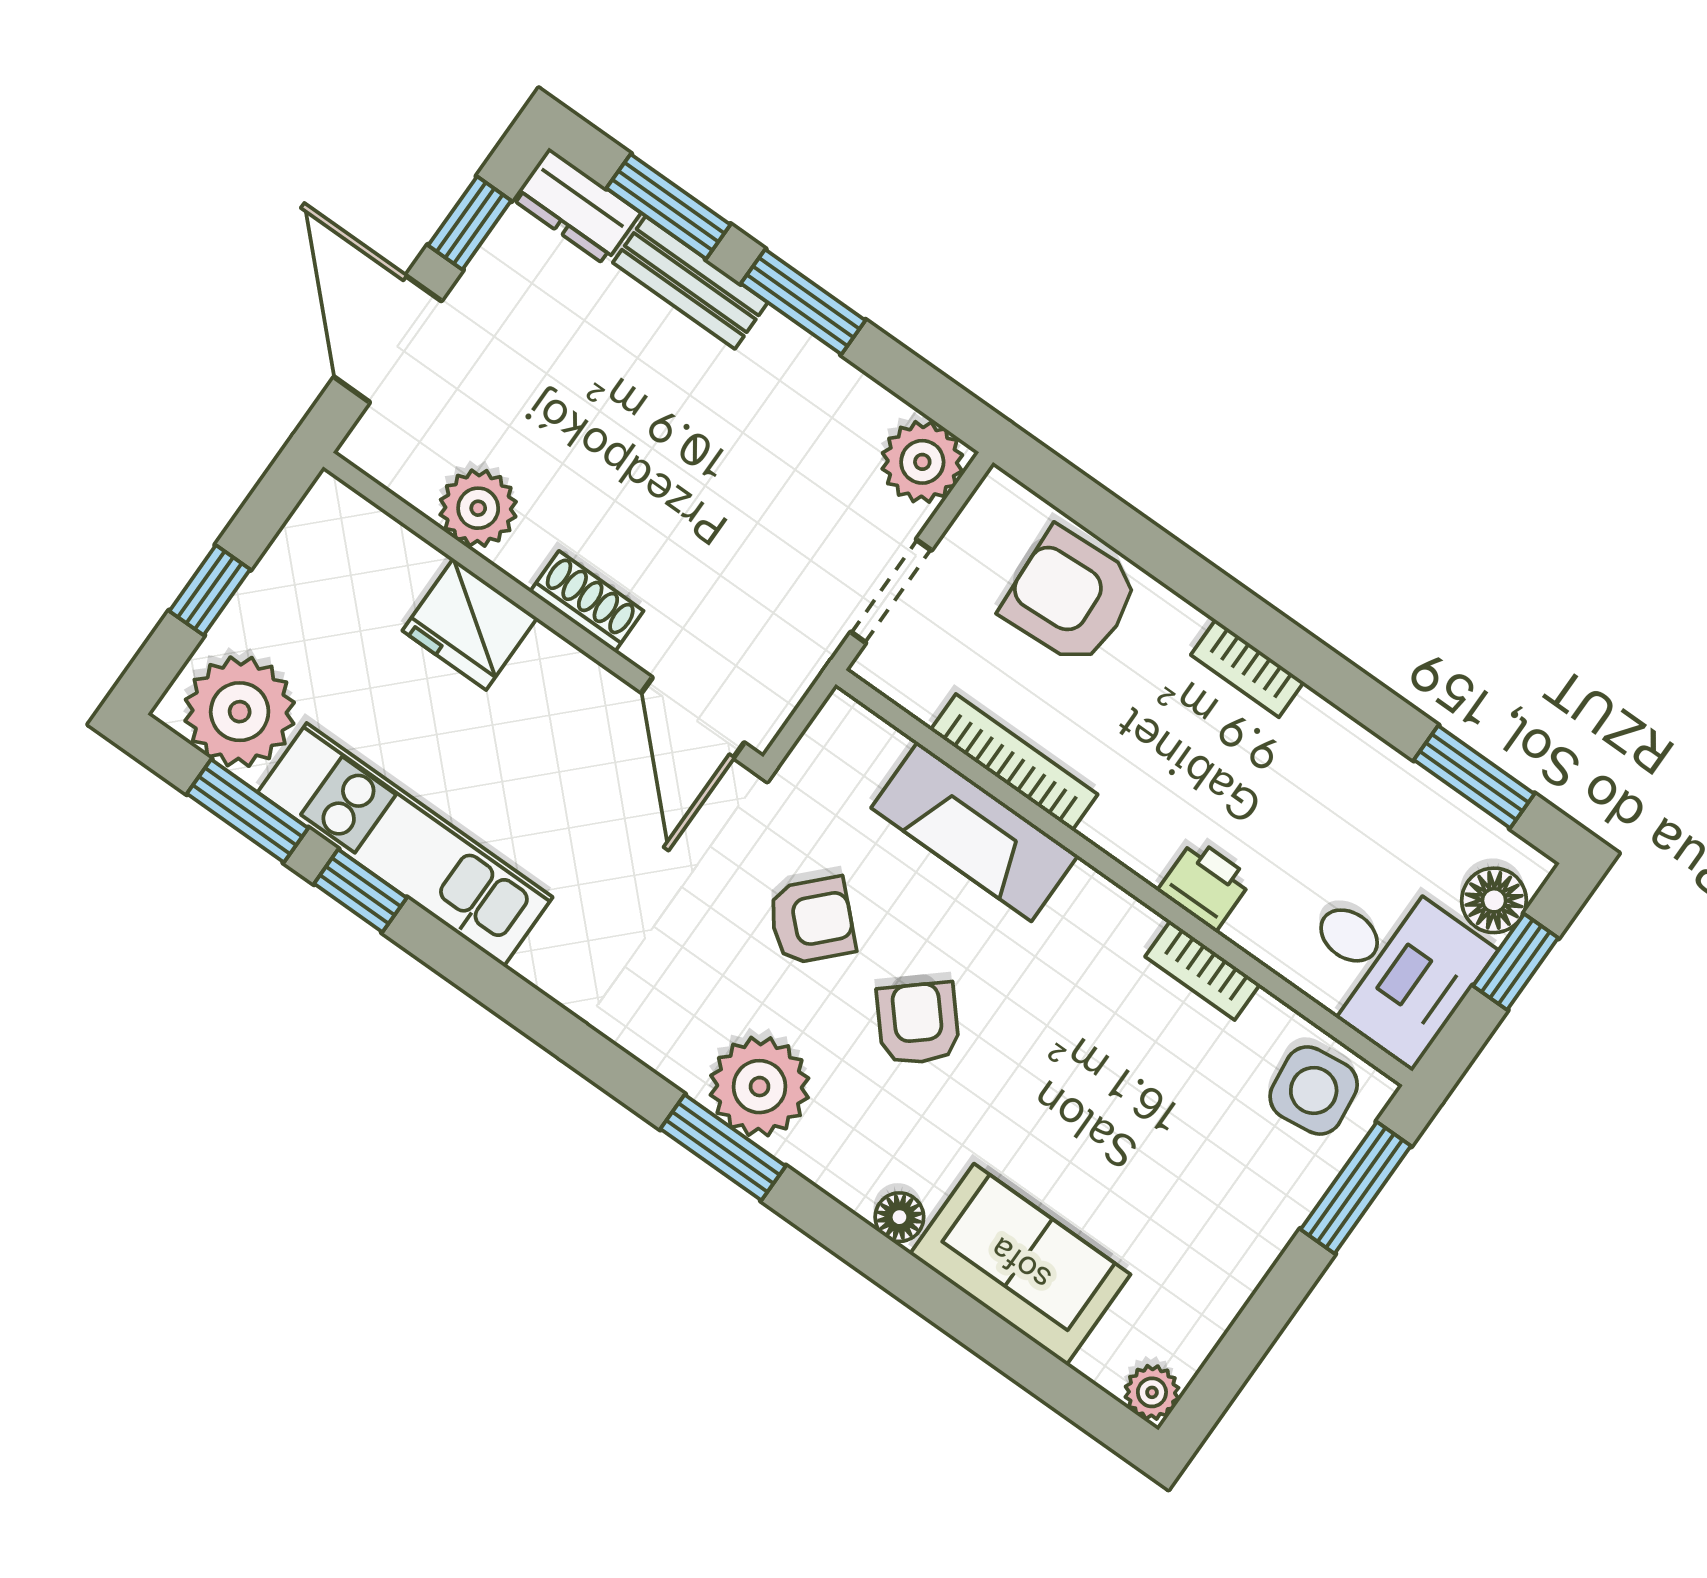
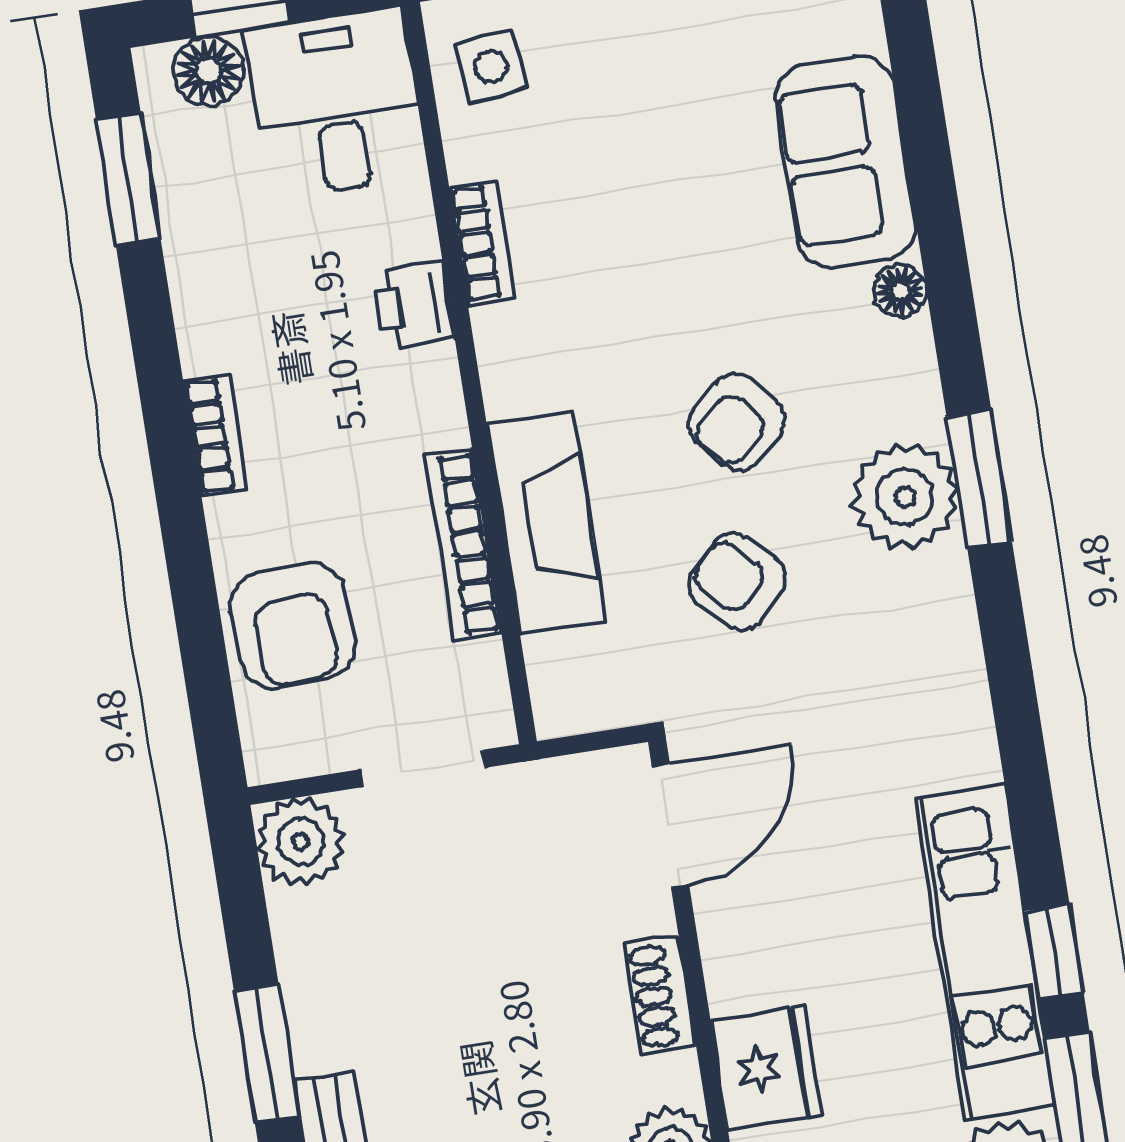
side table: (1314, 1090) -> (491, 67), width x0.73, depth x0.73

